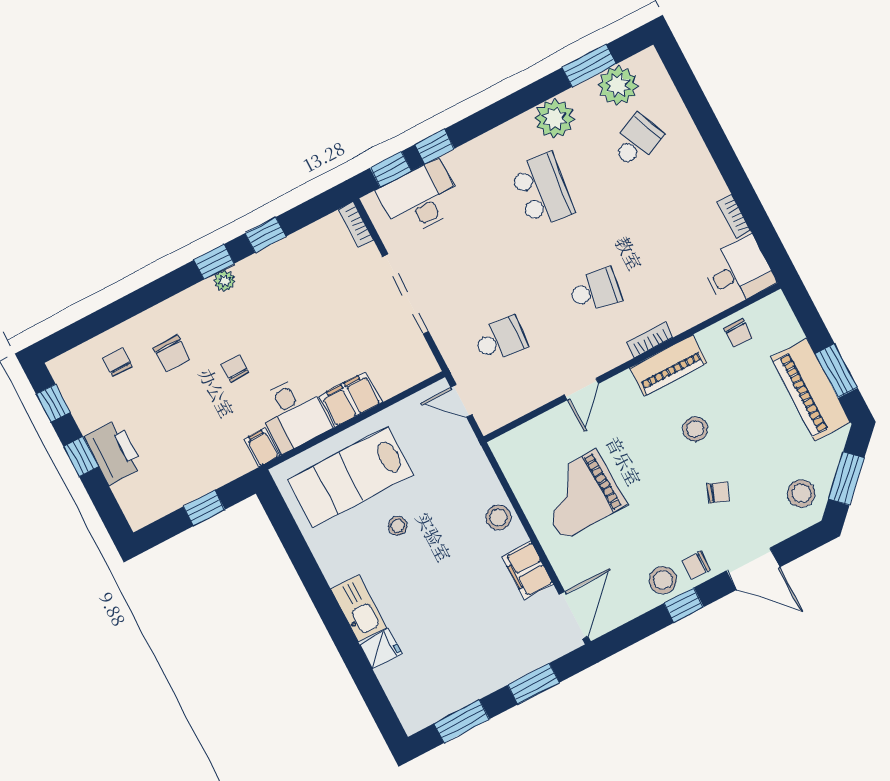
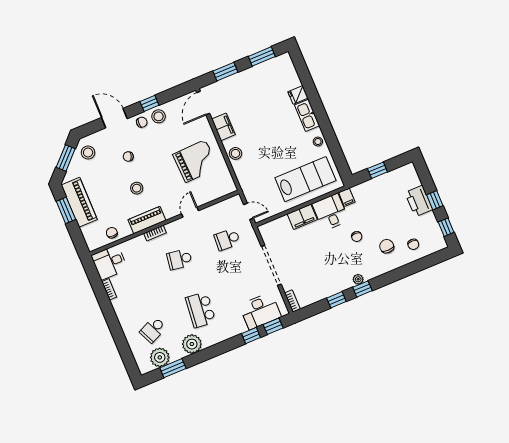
stool: (398, 526) -> (318, 142), moved

